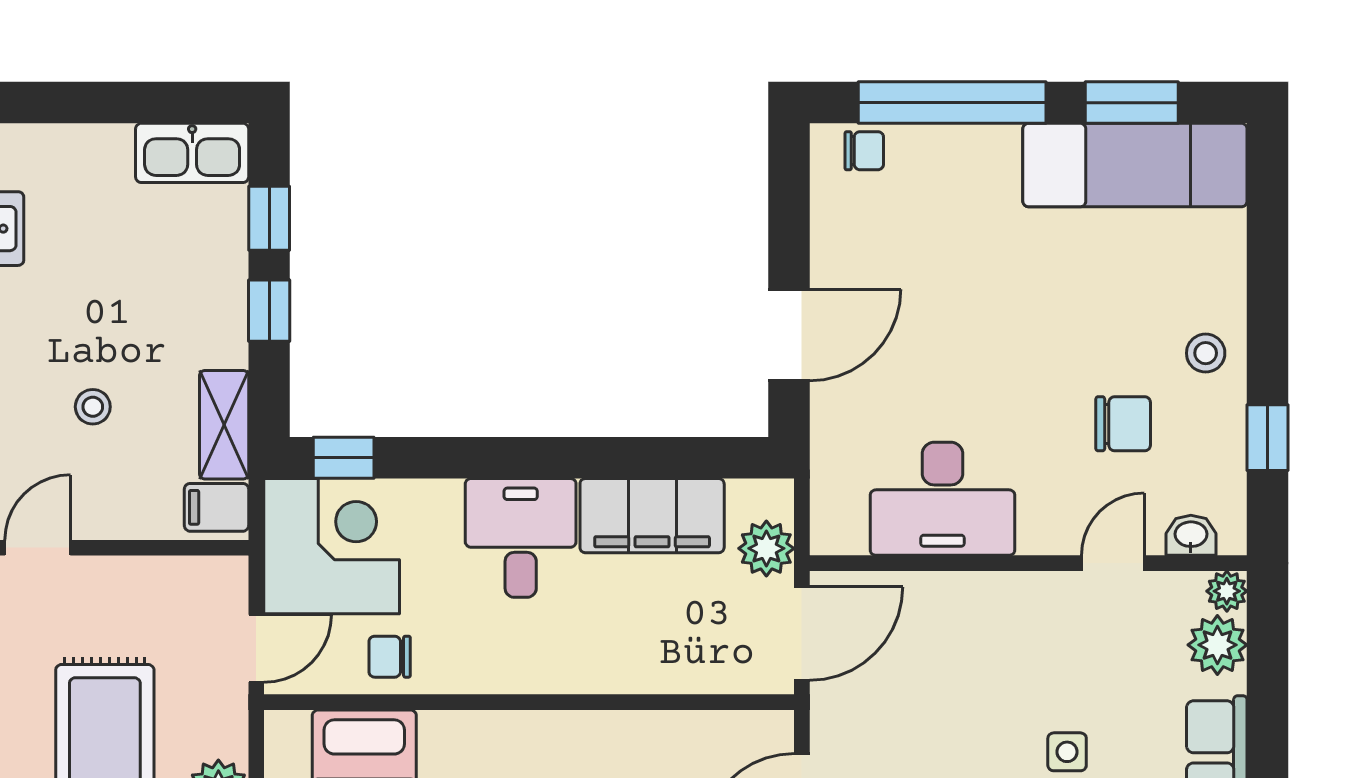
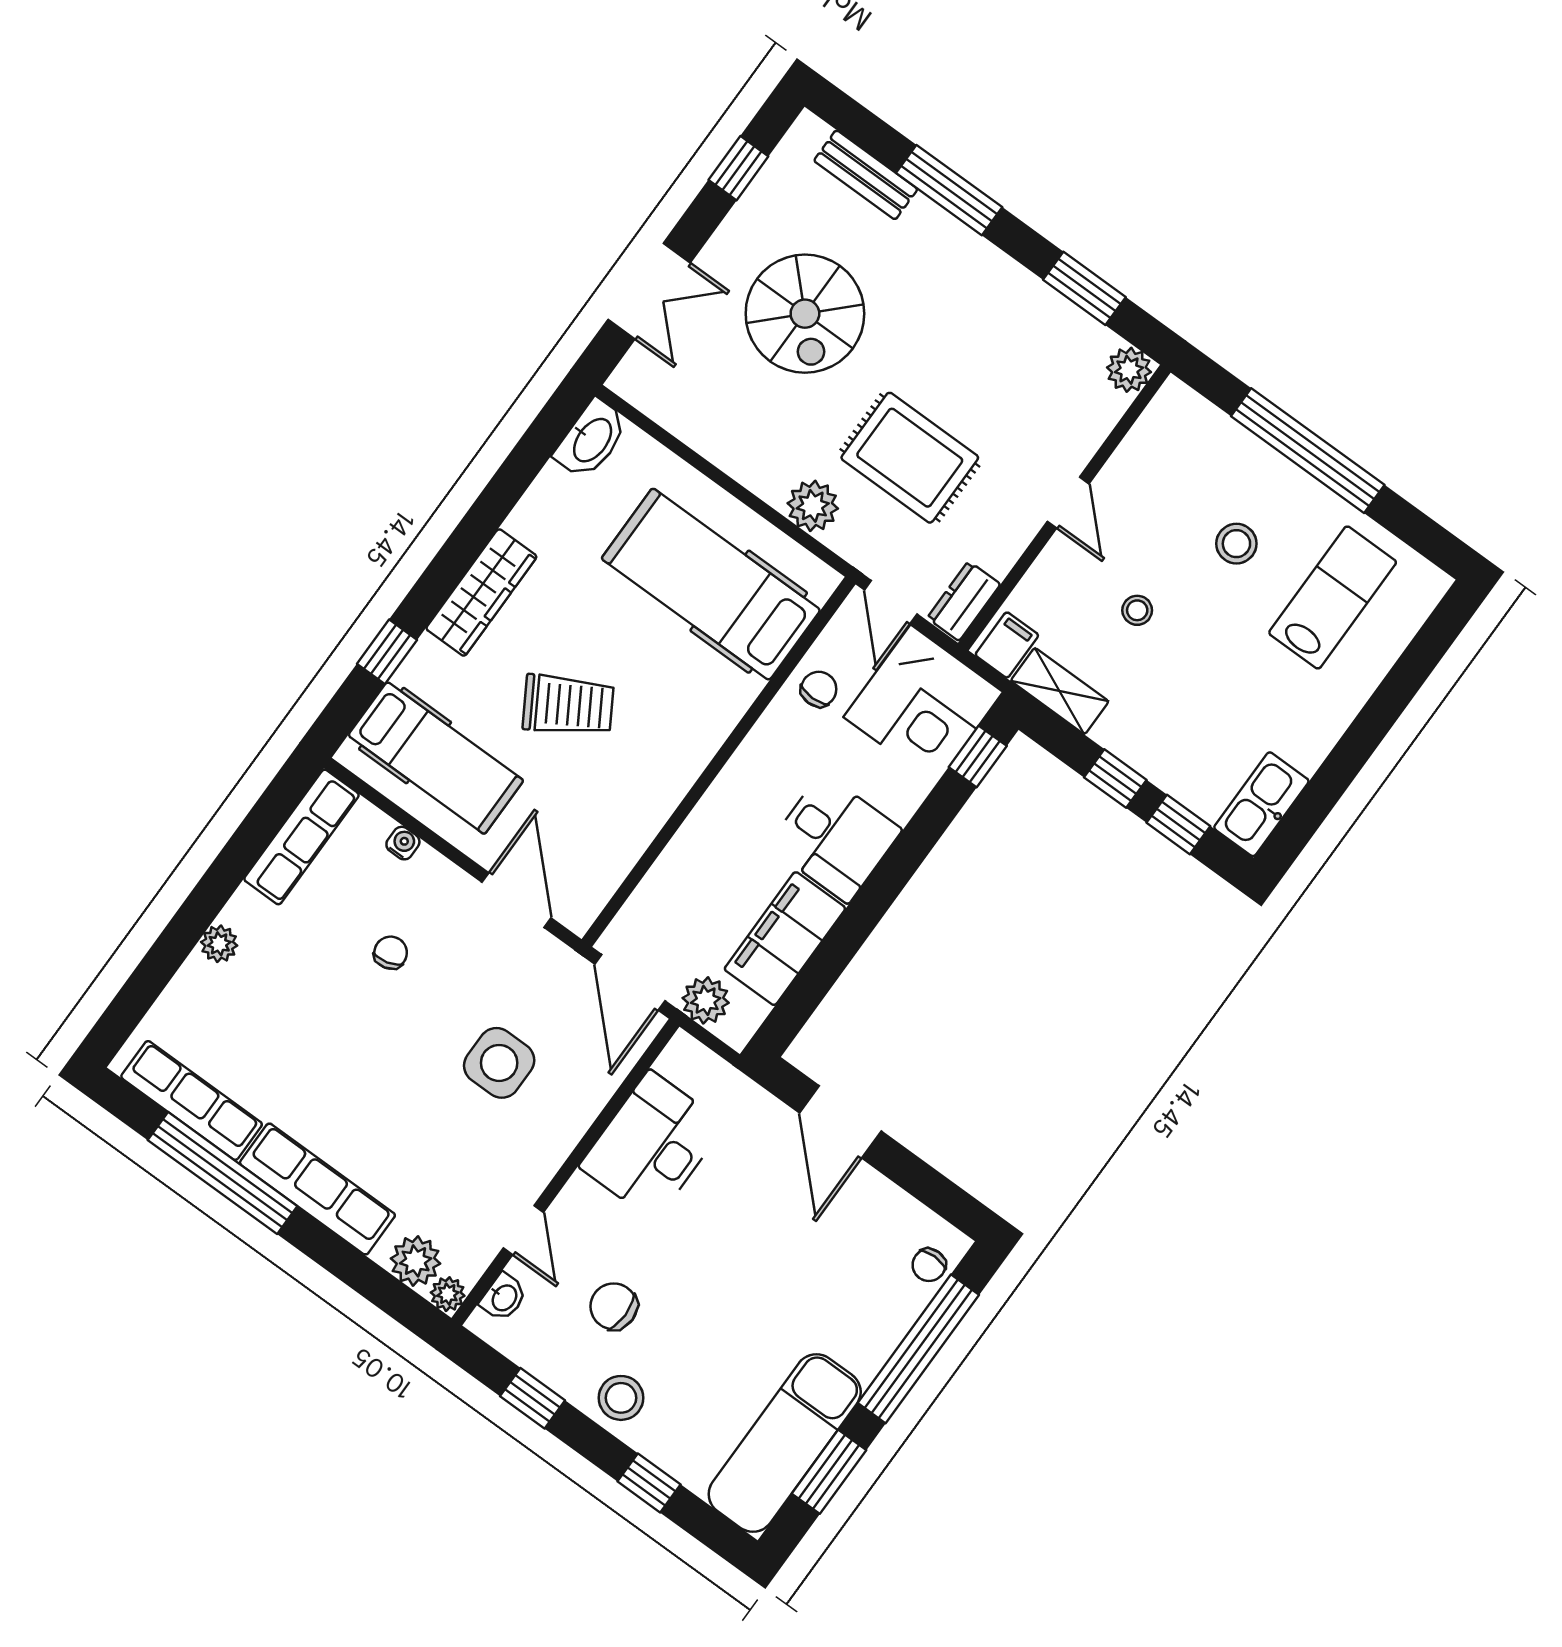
window: (1268, 267) -> (649, 1483), added
stool: (1206, 353) -> (621, 1398), width x1.37, depth x1.37
chair: (1123, 424) -> (614, 1306), turned 90
dresser: (205, 579) -> (964, 601), added
side table: (1067, 752) -> (499, 1063), moved, width x1.87, depth x1.87

